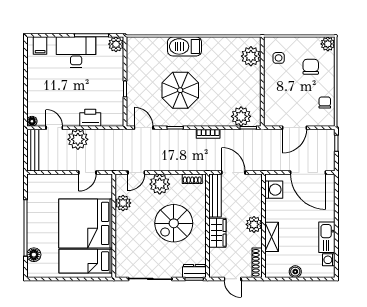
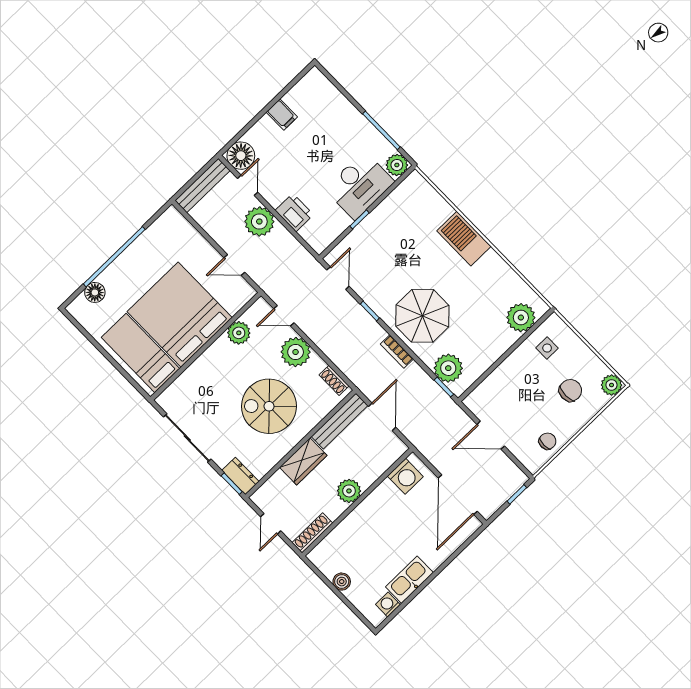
filing cabinet: (40, 46) -> (282, 115), moved, turned -90
desk: (76, 52) -> (360, 185), moved, turned 90
parasol: (180, 90) -> (422, 316), moved
floor lamp: (32, 121) -> (241, 156), width x1.89, depth x1.89
shelving: (272, 237) -> (354, 522), removed

